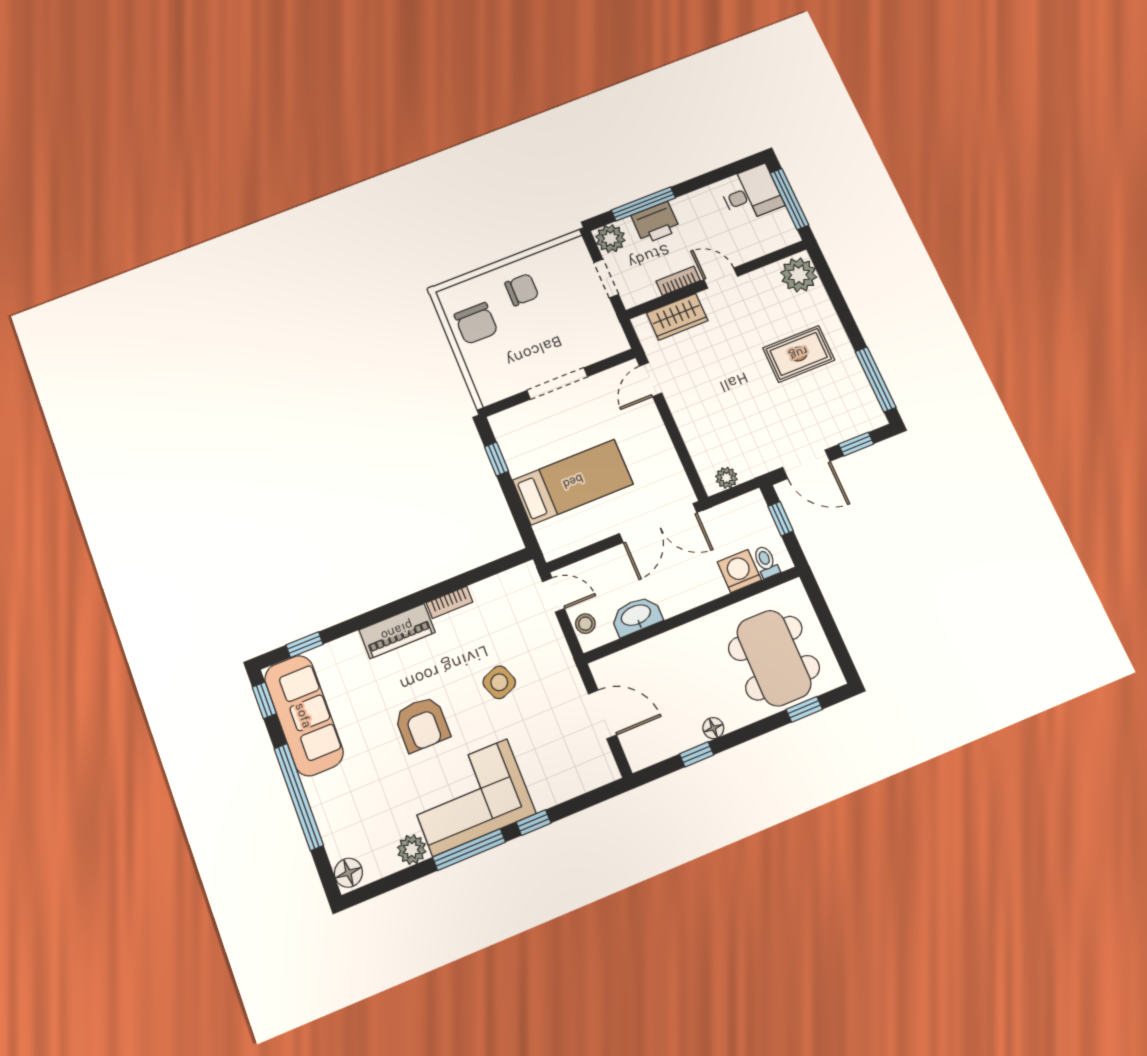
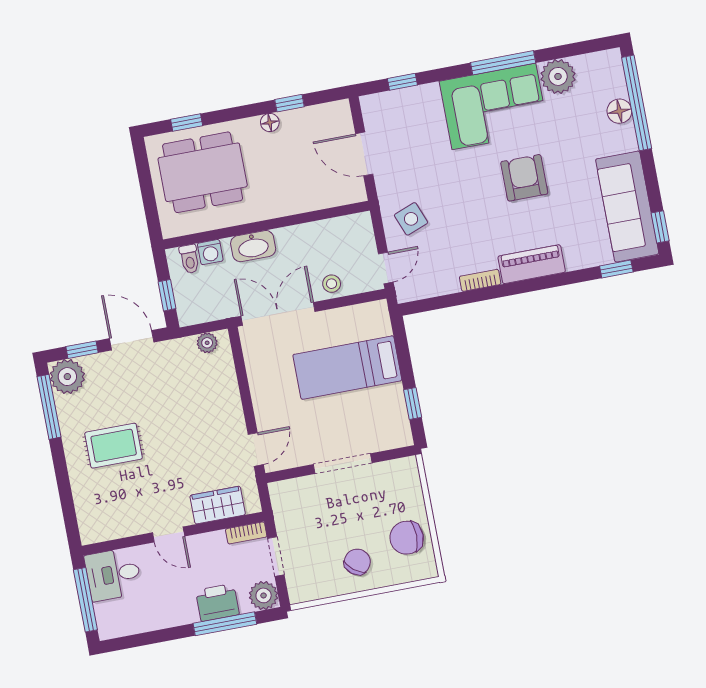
desk: (751, 194) -> (113, 574), moved
plant: (799, 275) -> (67, 377), moved
bookcase: (678, 281) -> (246, 533), moved
chair: (522, 290) -> (357, 562), turned 128
chair: (476, 323) -> (407, 538), turned -90
washing machine: (739, 571) -> (210, 252), width x0.73, depth x0.73
door: (554, 595) -> (386, 268), swing flipped
washbasin: (636, 616) -> (253, 246), moved
stool: (585, 624) -> (332, 284), moved
dining table: (774, 658) -> (203, 172), turned 90
side table: (499, 682) -> (411, 219), moved
window: (299, 797) -> (637, 103), moved
window: (534, 823) -> (402, 82), moved
plant: (412, 850) -> (558, 76), width x1.36, depth x1.36
floor lamp: (348, 873) -> (619, 111), moved

